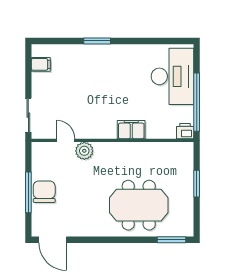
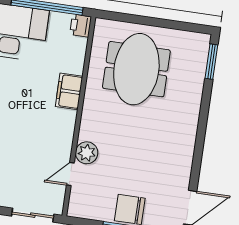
window: (197, 184) -> (147, 21), removed
meeting table: (139, 205) -> (136, 69), moved

